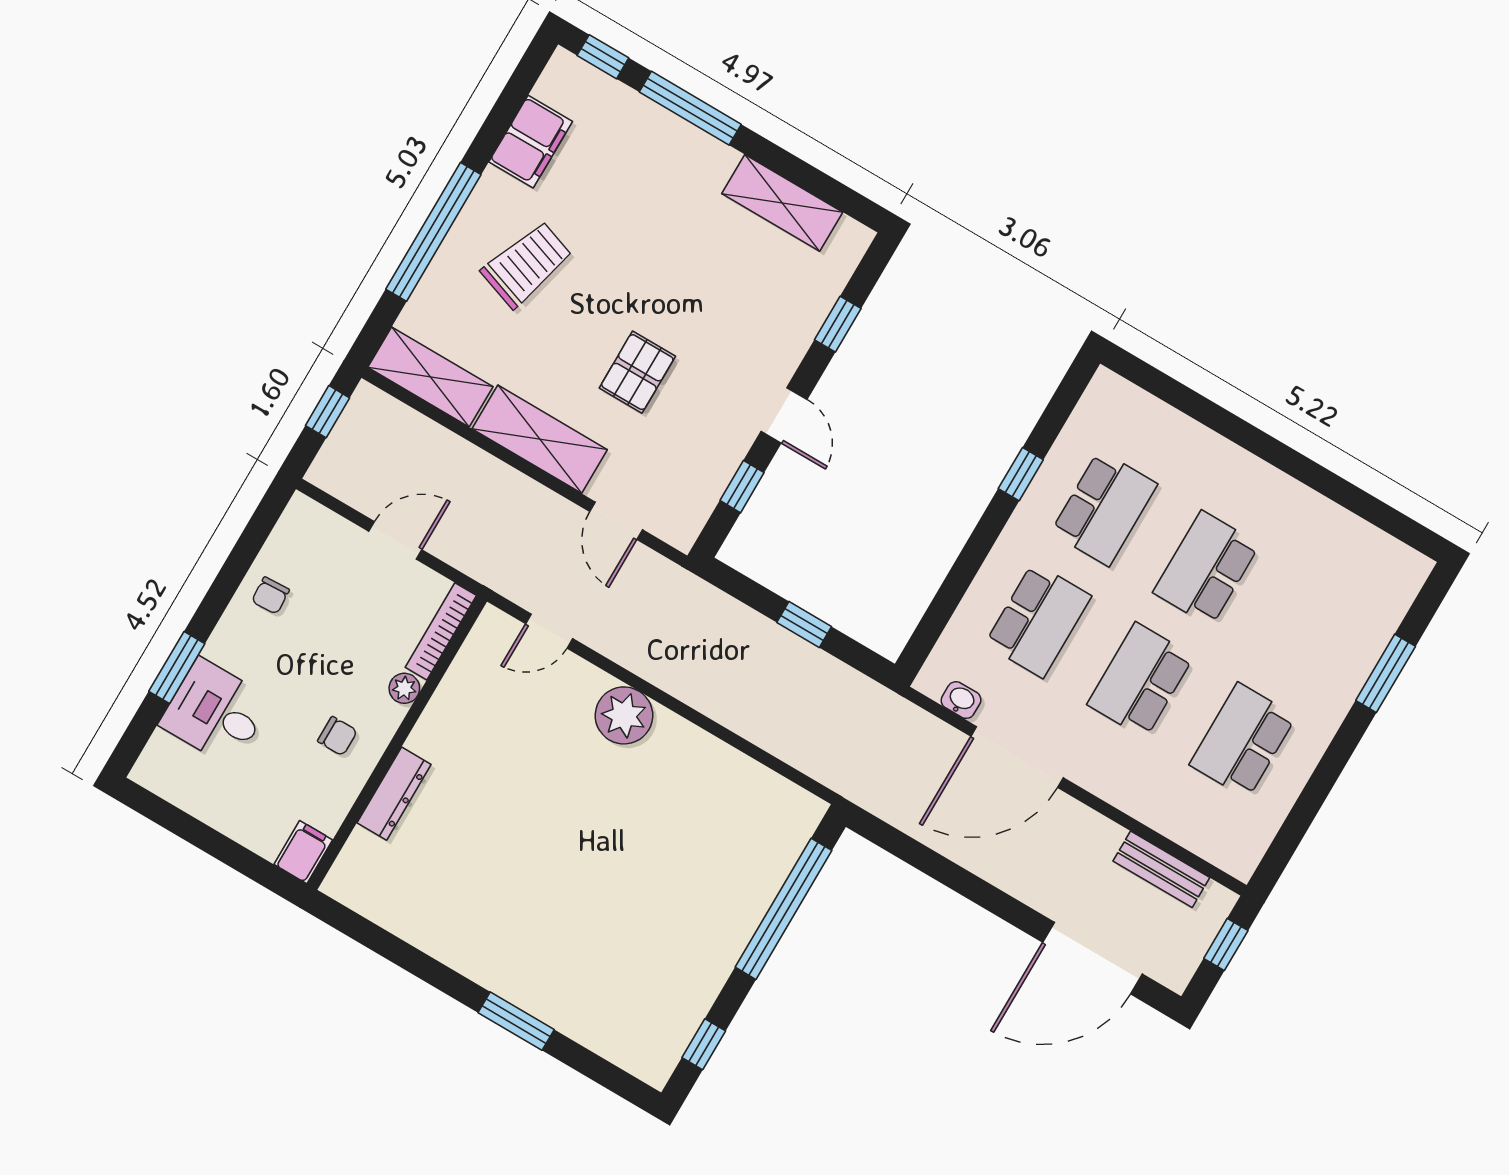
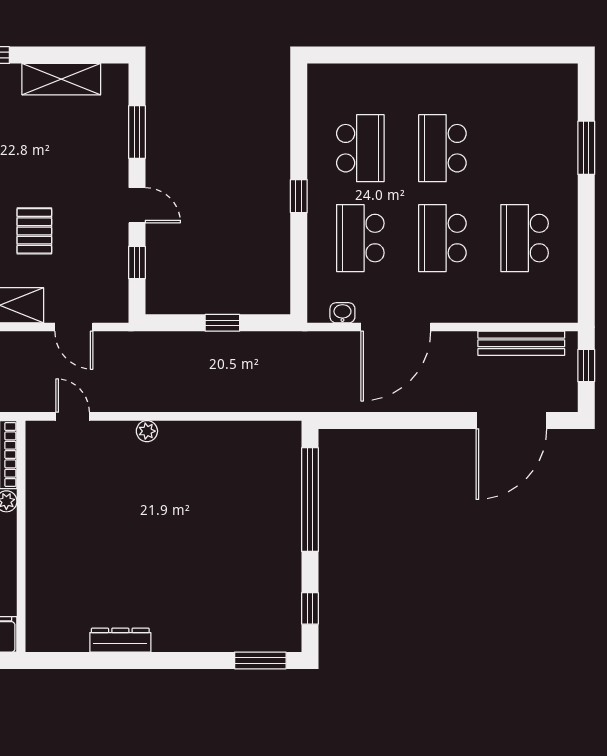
window: (838, 324) -> (137, 132), width x1.50
window: (1021, 474) -> (299, 196), moved
school desk: (1038, 620) -> (360, 238), turned 180
door: (549, 631) -> (73, 416), swing flipped
plant: (624, 715) -> (147, 431), width x0.53, depth x0.53
dresser: (394, 794) -> (120, 640), moved, turned -90
bench: (1161, 869) -> (521, 343), width x1.36
window: (516, 1021) -> (260, 660), moved

